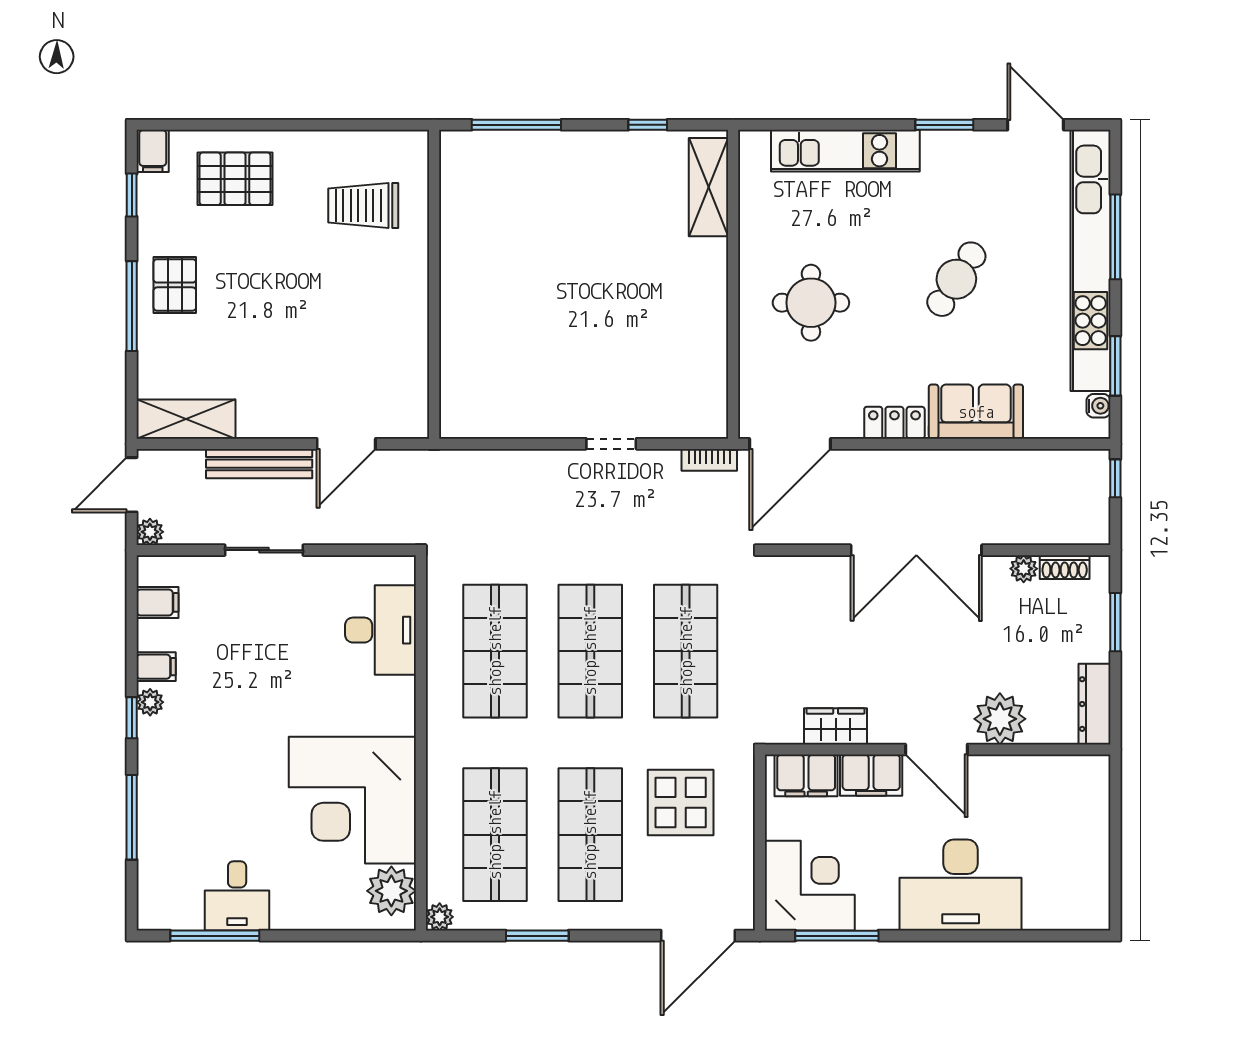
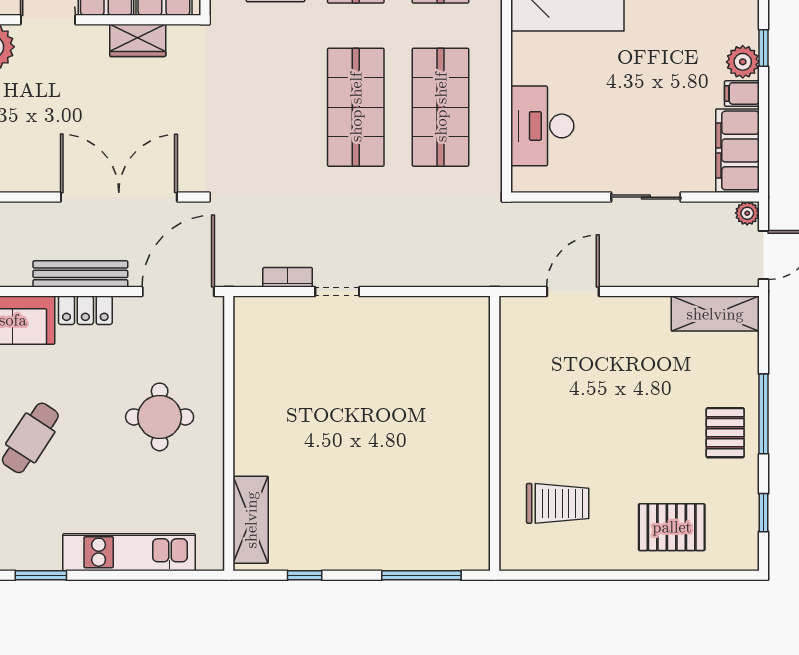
filing cabinet: (153, 151) -> (745, 552), removed
bookcase: (709, 460) -> (288, 277), moved
bench: (259, 464) -> (80, 274), moved
double door: (916, 550) -> (119, 197), moved
filing cabinet: (158, 602) -> (737, 150), width x3.00, depth x1.17
shop shelf: (686, 651) -> (271, 107), removed
plant: (150, 702) -> (743, 62), width x1.38, depth x1.38

